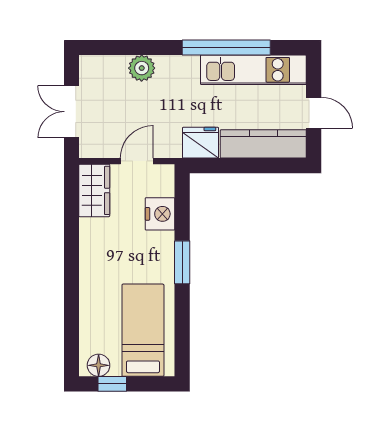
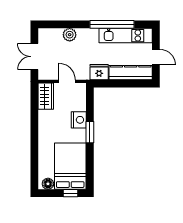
door: (137, 161) -> (67, 81), hinge flipped
nightstand: (160, 214) -> (79, 120), moved
bed: (143, 330) -> (70, 166), width x1.50
window: (112, 384) -> (70, 193), moved

